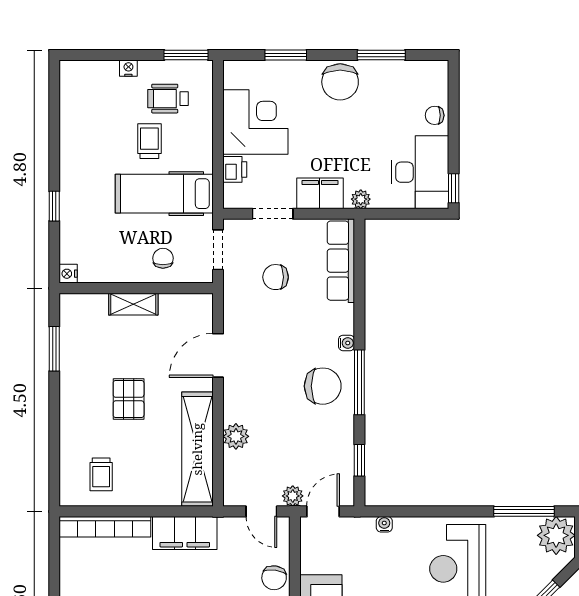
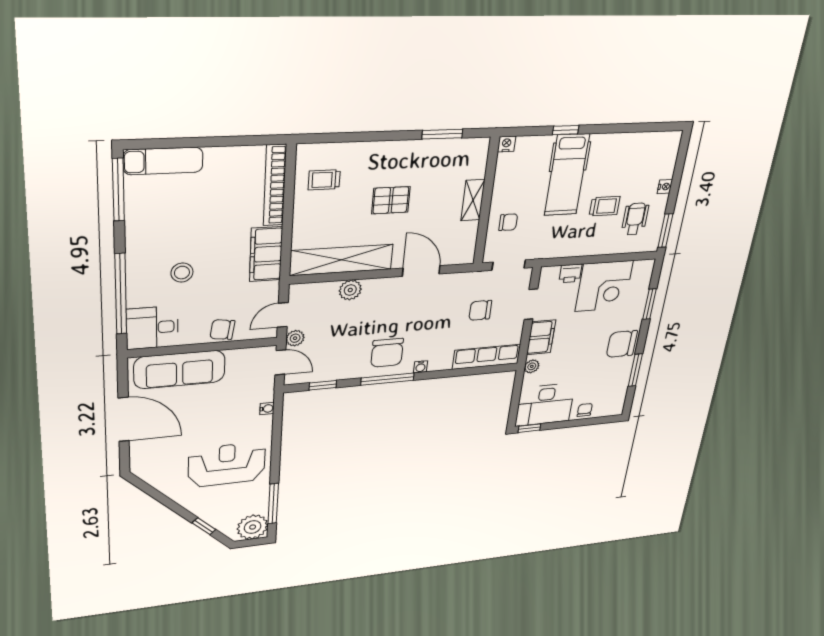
hospital bed: (164, 194) -> (567, 175), moved, turned 180
chair: (276, 277) -> (480, 310), turned -90

